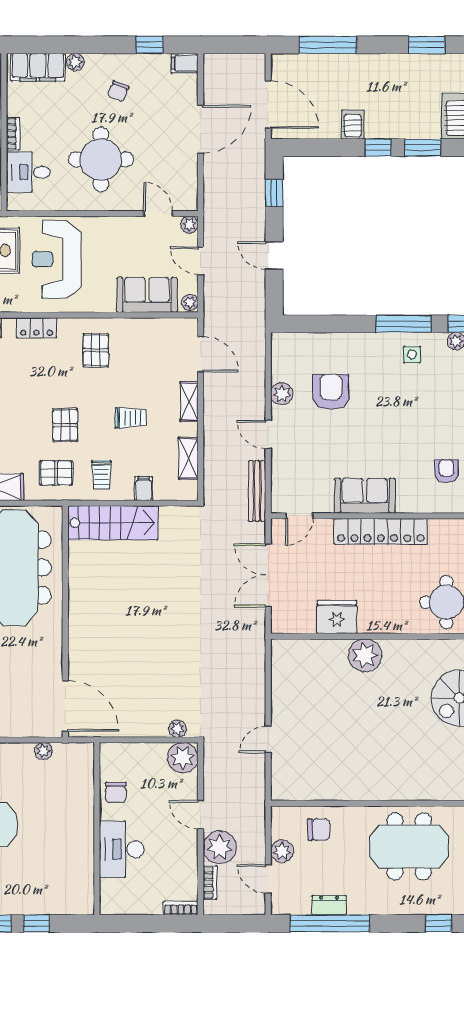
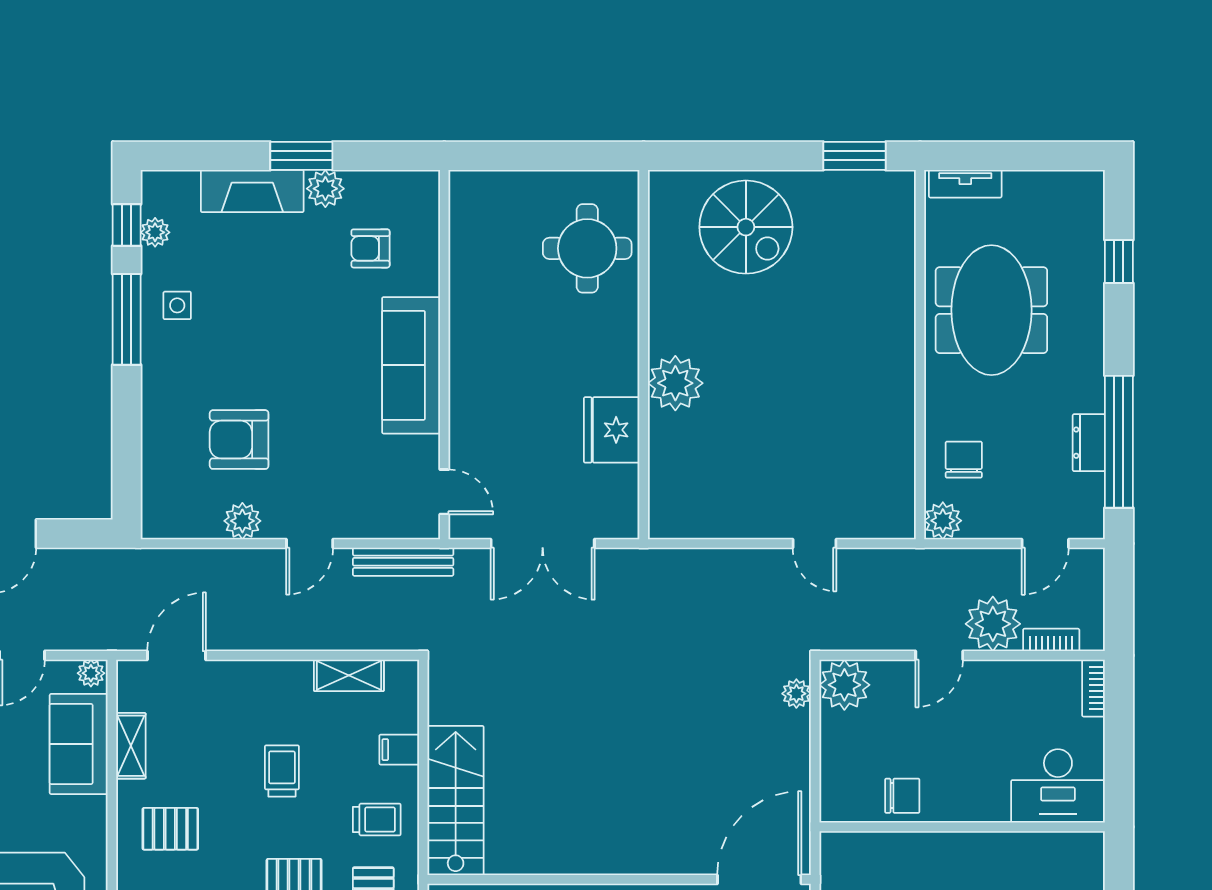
shelving: (189, 401) -> (131, 746), moved, turned 90
sofa: (365, 496) -> (411, 365), width x1.36
locker: (381, 531) -> (470, 357), removed
desk: (122, 849) -> (1058, 786), moved
plant: (282, 851) -> (943, 521), moved

